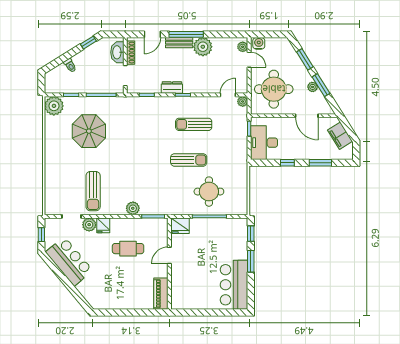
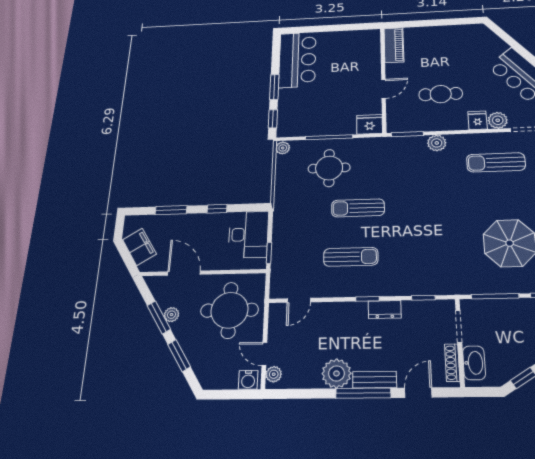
plant: (243, 101) -> (283, 148), moved
sun lounger: (93, 191) -> (496, 162), turned -90

